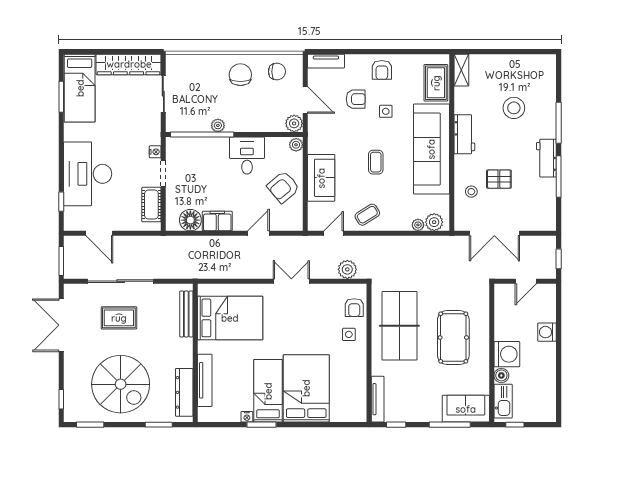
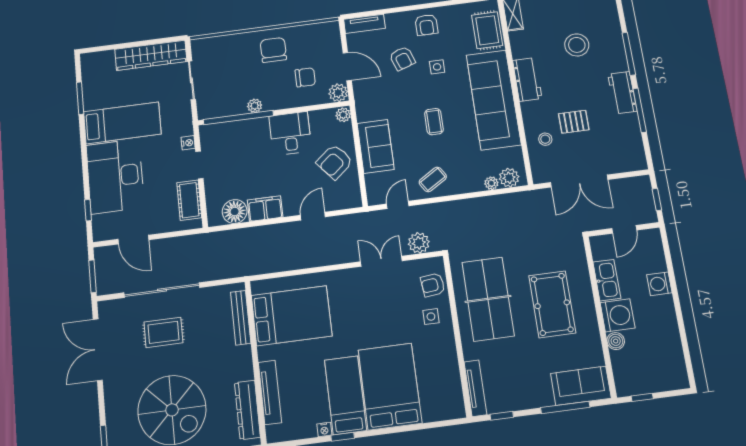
chair: (277, 72) -> (305, 77), moved
bed: (80, 88) -> (122, 123), moved, turned -90
armchair: (356, 99) -> (402, 59), turned 71
double door: (291, 281) -> (381, 261), moved
armchair: (354, 308) -> (433, 285), turned 84
kitchen sink: (503, 401) -> (607, 280), moved
window: (261, 425) -> (343, 437), width x0.67

